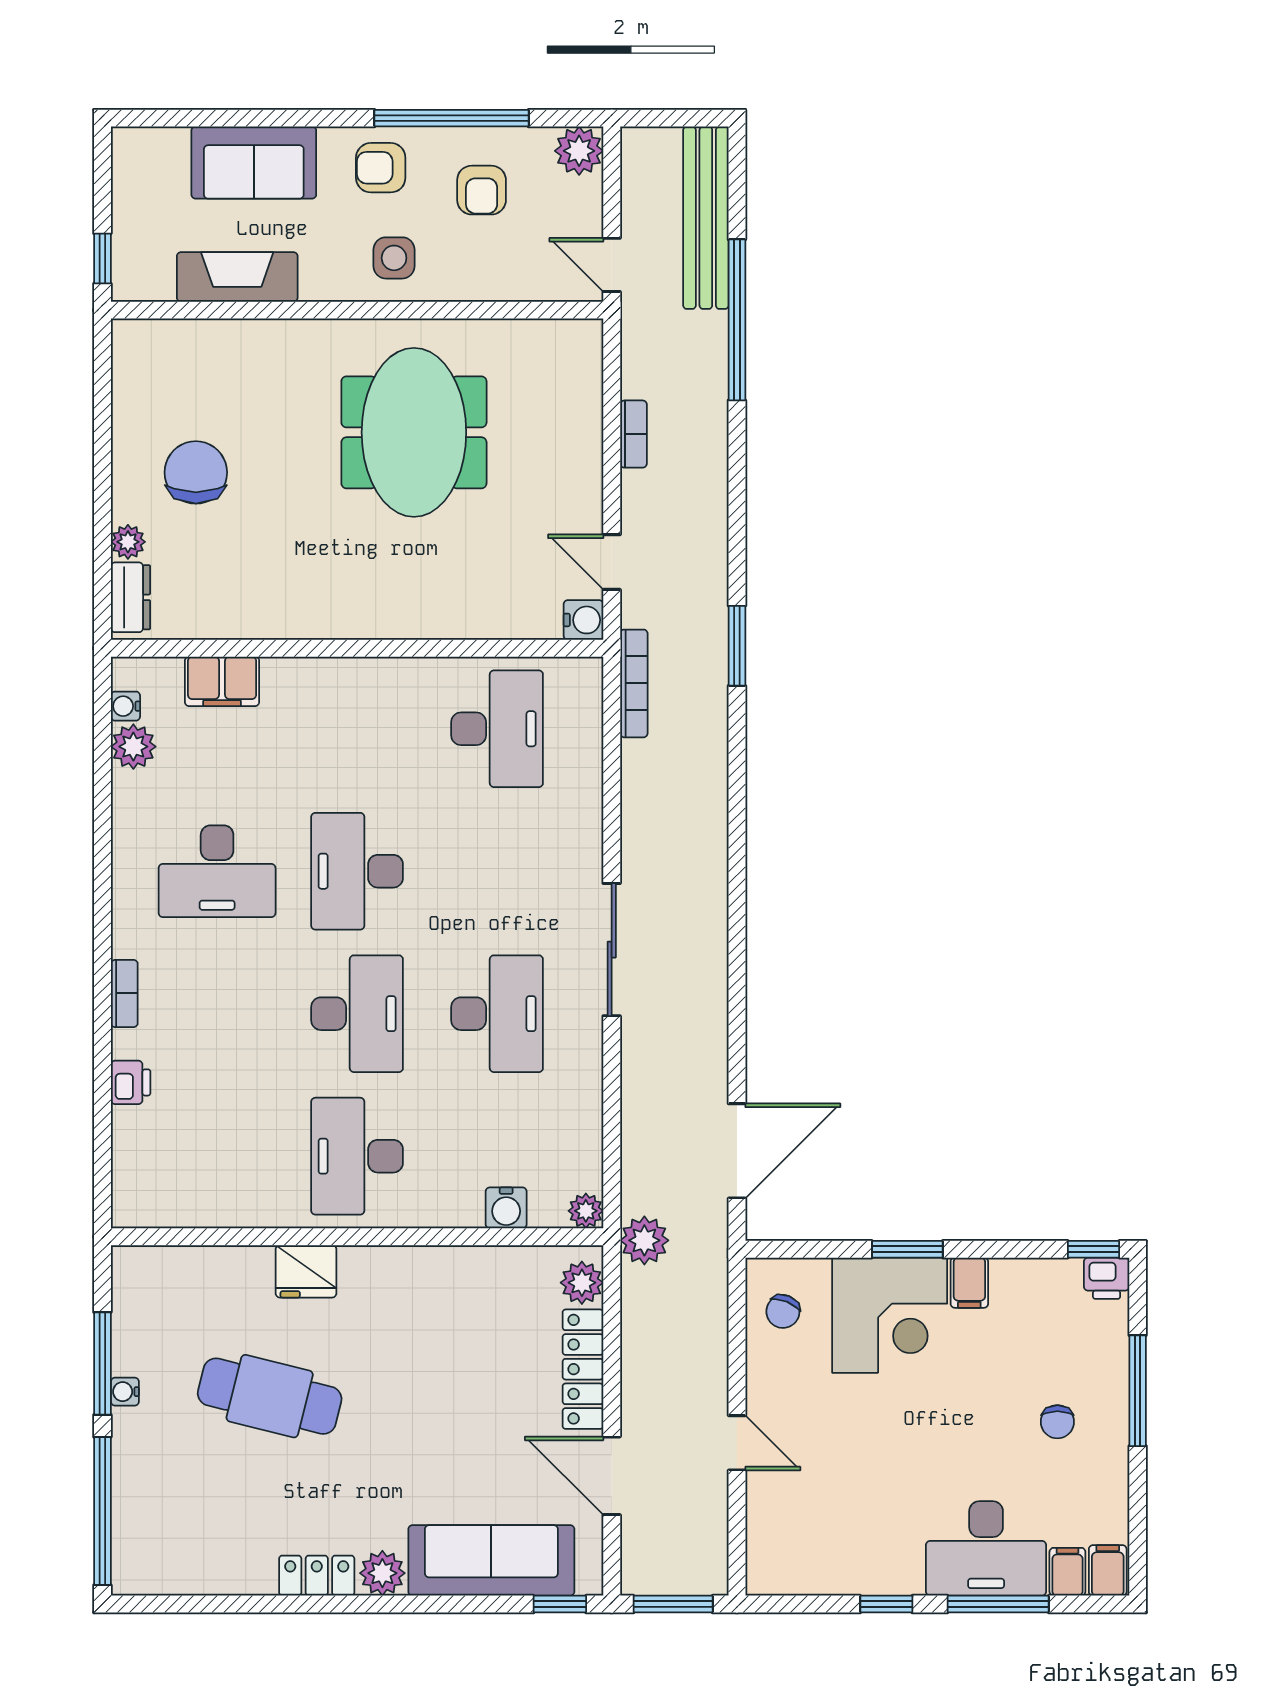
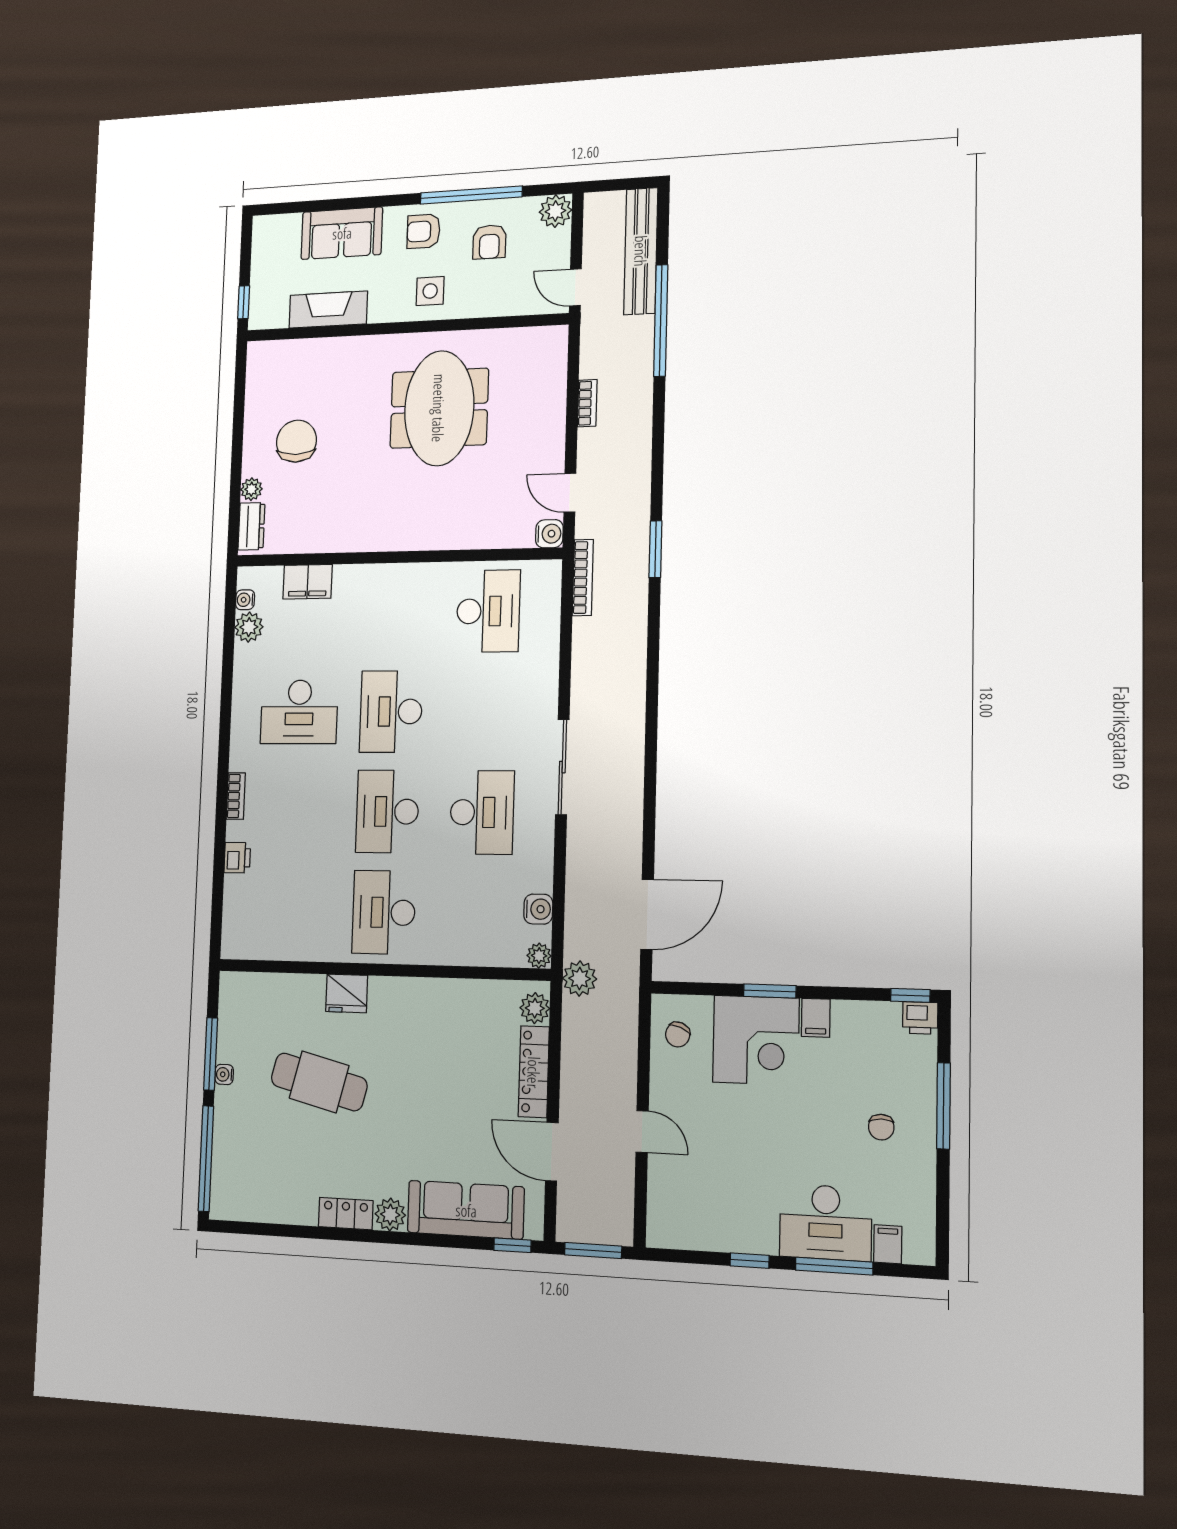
desk: (357, 1014) -> (387, 811), turned 180
water cooler: (506, 1208) -> (538, 909), moved, turned -90
filing cabinet: (1108, 1570) -> (919, 1245), removed

